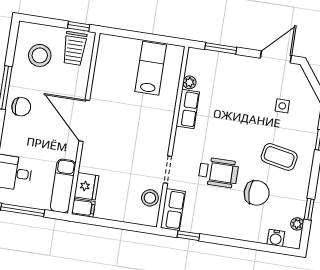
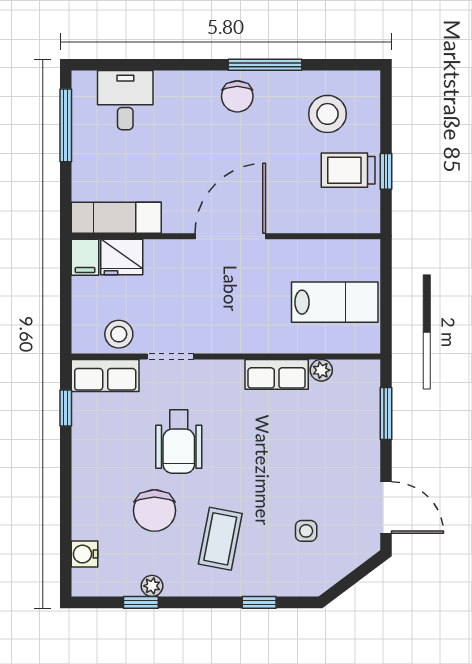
door: (84, 121) -> (230, 236), moved
wall: (84, 123) -> (226, 236), moved
exam couch: (63, 186) -> (116, 218), moved
fridge: (87, 186) -> (122, 257), moved
filing cabinet: (83, 208) -> (85, 257), moved
plant: (297, 224) -> (152, 586), moved

